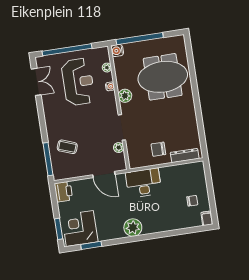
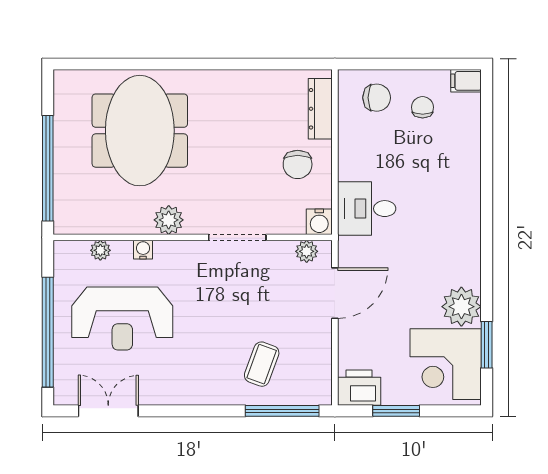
water cooler: (117, 51) -> (319, 222), moved
reception desk: (78, 82) -> (122, 319), turned 180
plant: (119, 148) -> (307, 251), moved
chair: (193, 180) -> (377, 98), added
desk: (143, 183) -> (367, 209), width x0.73
plant: (133, 228) -> (461, 307), moved
window: (59, 229) -> (396, 411), moved

